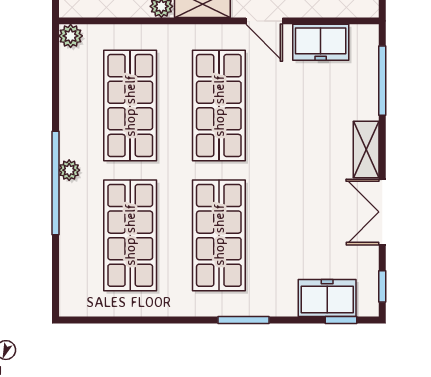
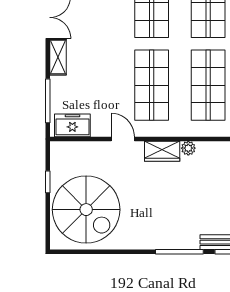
freezer: (321, 42) -> (72, 125), moved

